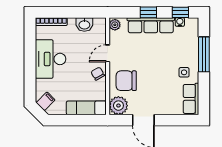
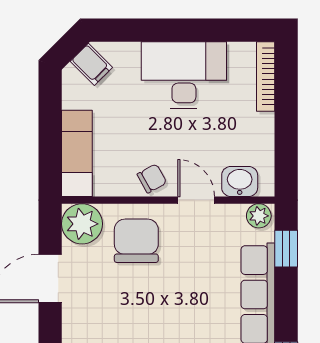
window: (148, 12) -> (286, 249), moved
washbasin: (84, 24) -> (240, 181), moved, turned 90

